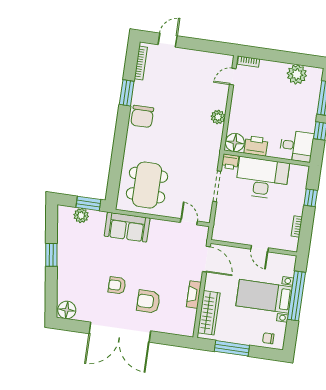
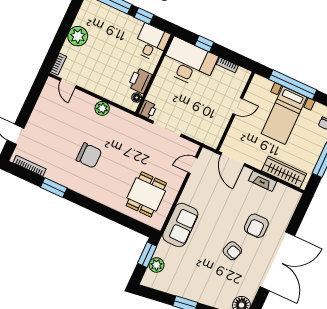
plant: (297, 74) -> (78, 36), moved
chair: (142, 116) -> (89, 155), moved
floor lamp: (235, 143) -> (137, 98), width x0.53, depth x0.53
desk: (262, 178) -> (189, 63), moved, turned 90
dining table: (147, 185) -> (146, 194), width x0.73
door: (206, 259) -> (233, 159), swing flipped
armchair: (117, 285) -> (232, 251), turned -72

